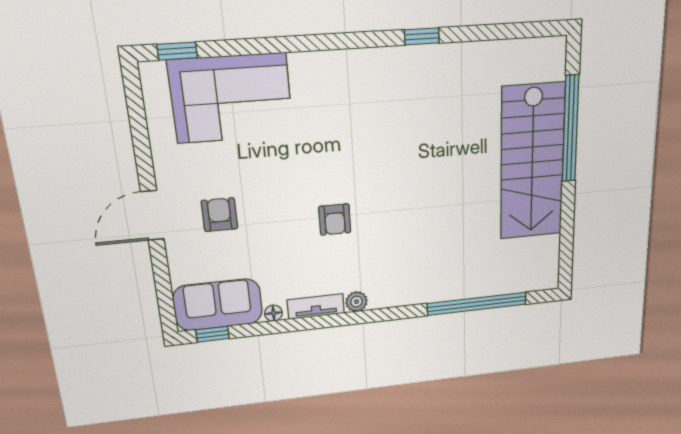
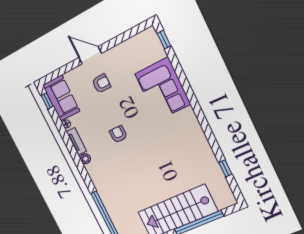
window: (422, 36) -> (225, 168), moved
corner sofa: (231, 98) -> (163, 89), moved
armchair: (335, 220) -> (118, 134), turned 90

